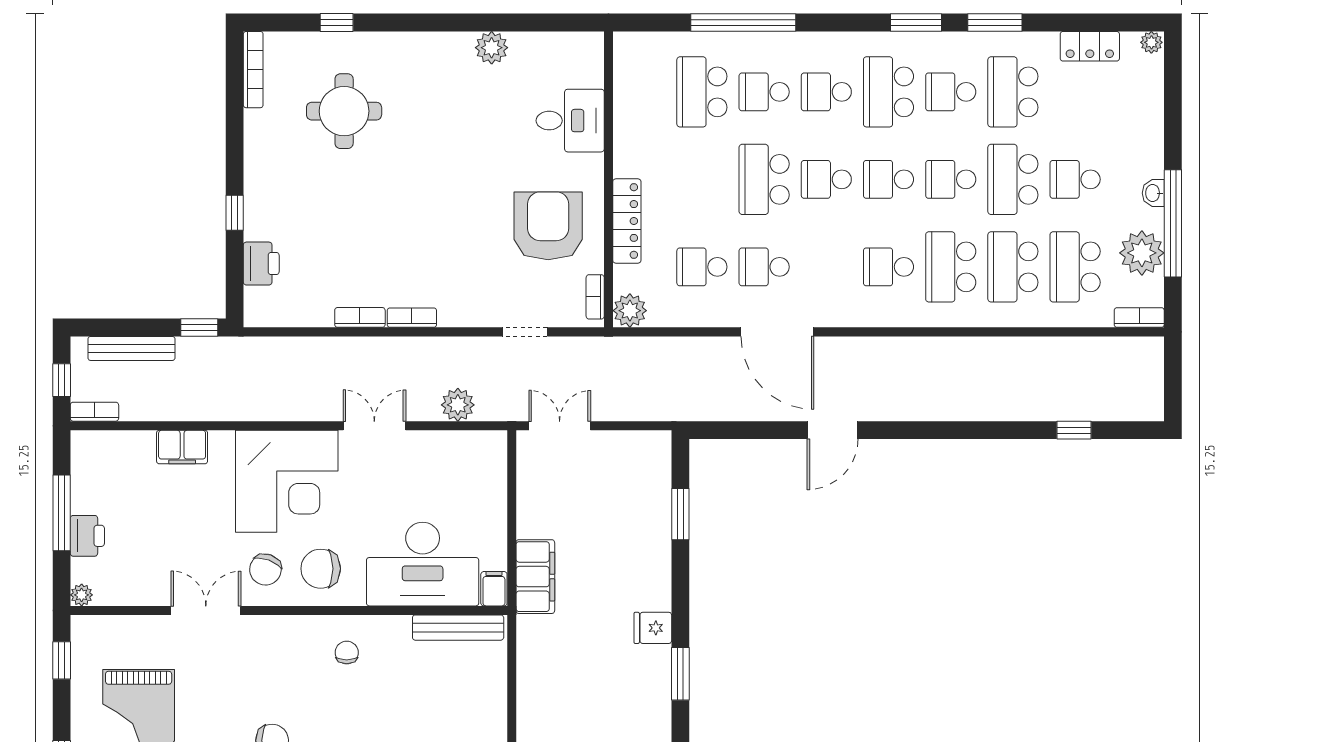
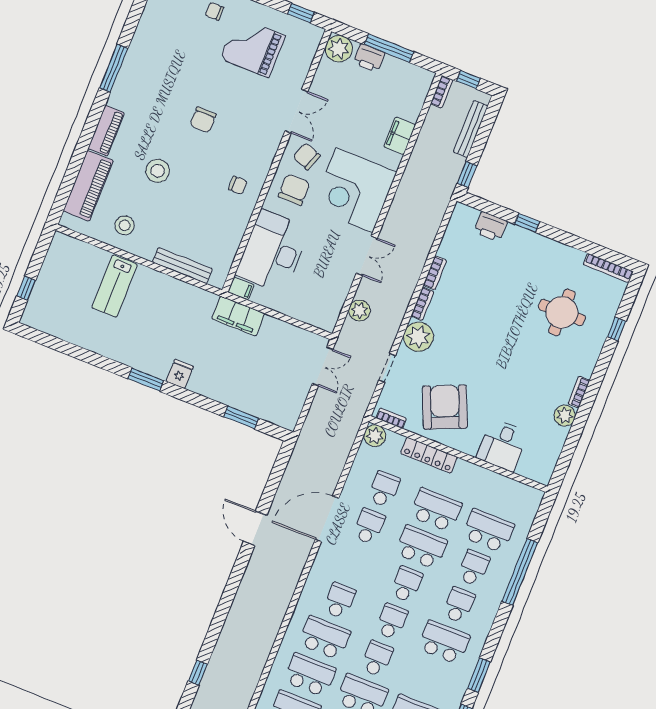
bookcase: (449, 41) -> (579, 392), added
school desk: (951, 92) -> (436, 510), moved, width x1.85
armchair: (548, 226) -> (445, 407), turned -113
plant: (462, 304) -> (418, 337), added
plant: (82, 595) -> (339, 49), width x1.87, depth x1.87
bench: (458, 628) -> (182, 266), moved, turned 90

